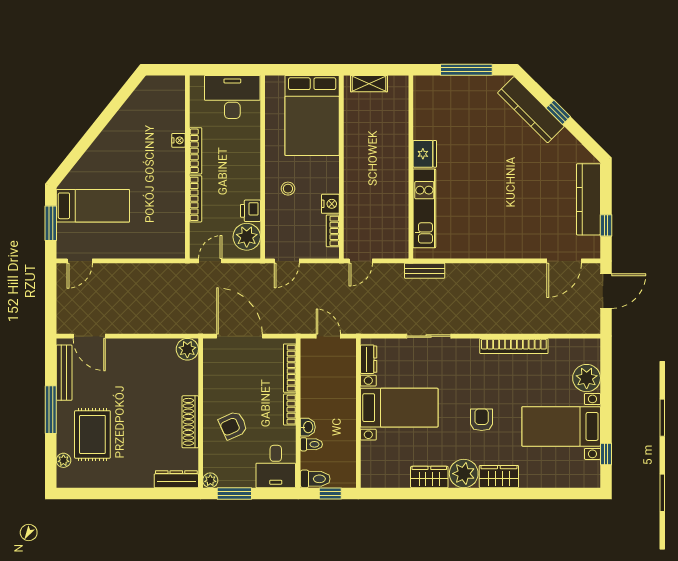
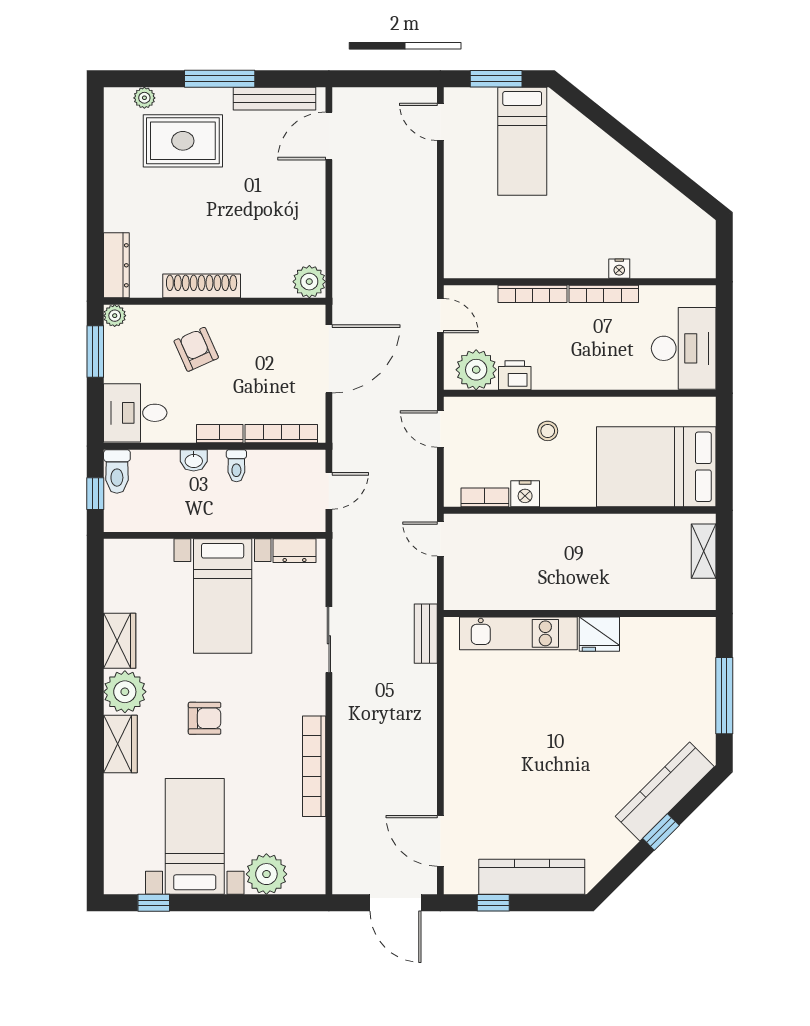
toilet: (311, 444) -> (236, 466), moved

